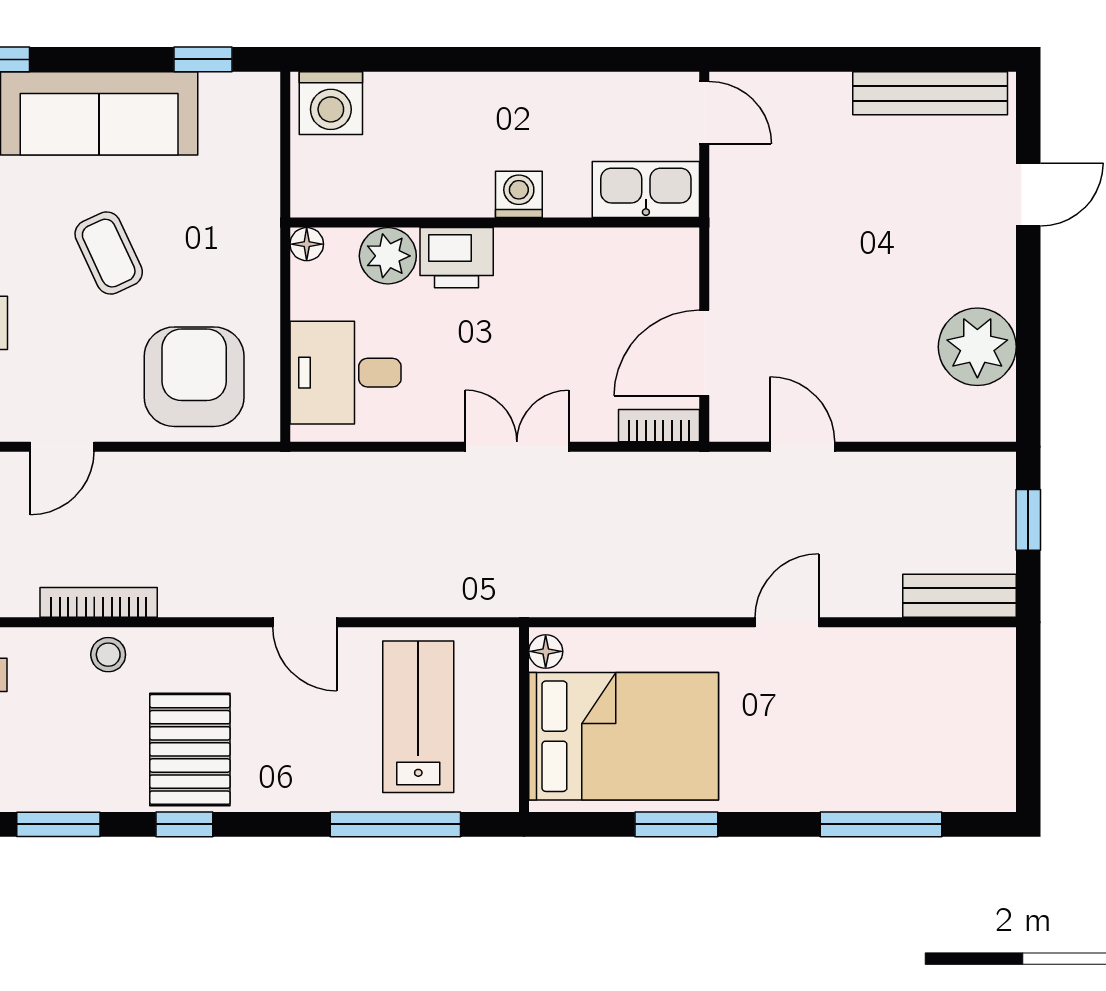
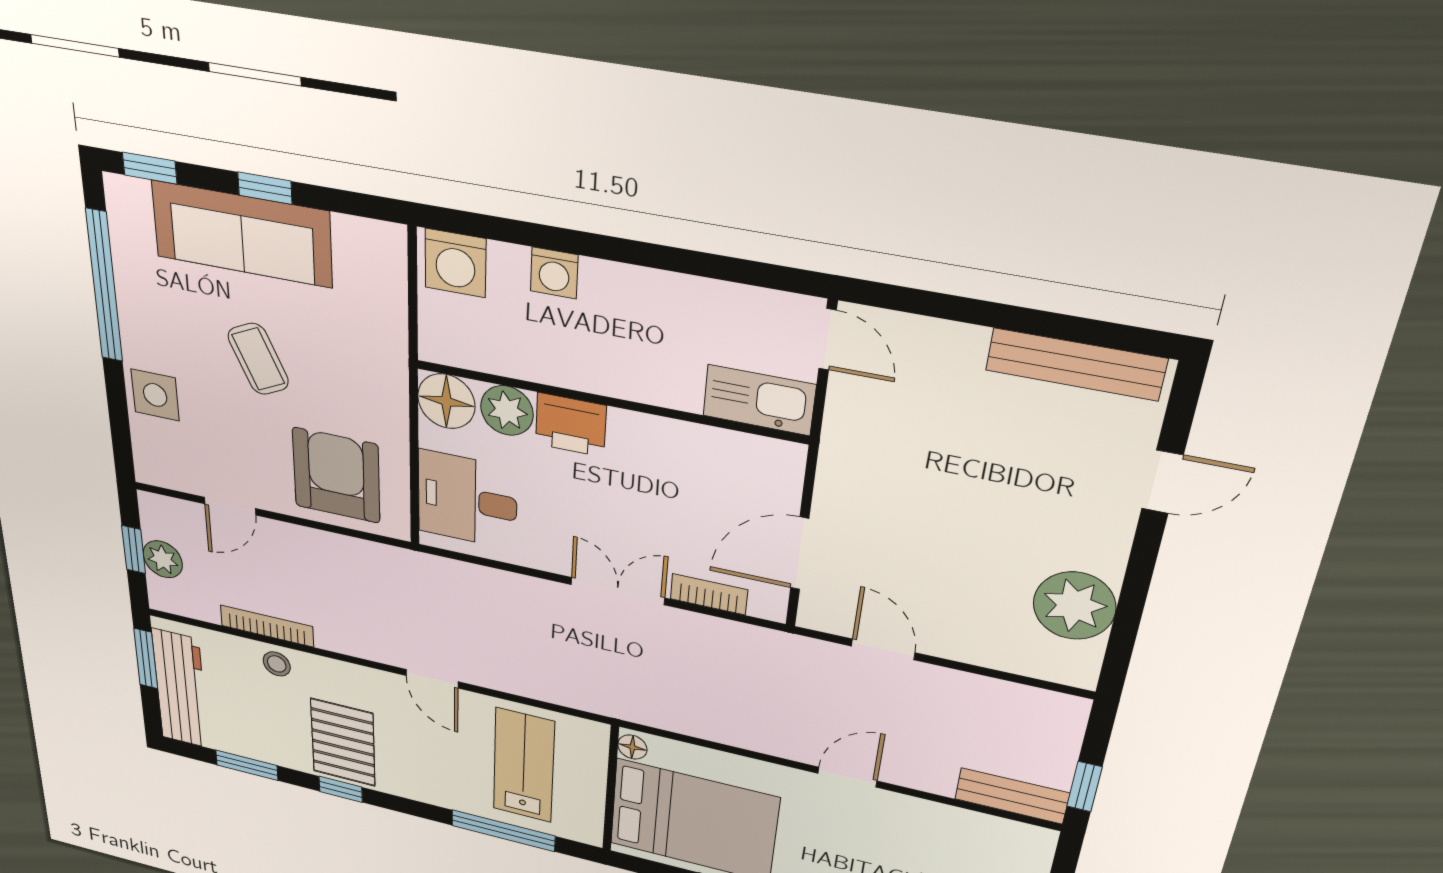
window: (203, 59) -> (265, 188), moved
washing machine: (519, 194) -> (554, 273), moved, turned 180
floor lamp: (307, 244) -> (446, 401), width x1.89, depth x1.89
bookcase: (659, 426) -> (709, 594), moved
window: (1028, 520) -> (1084, 787), moved

